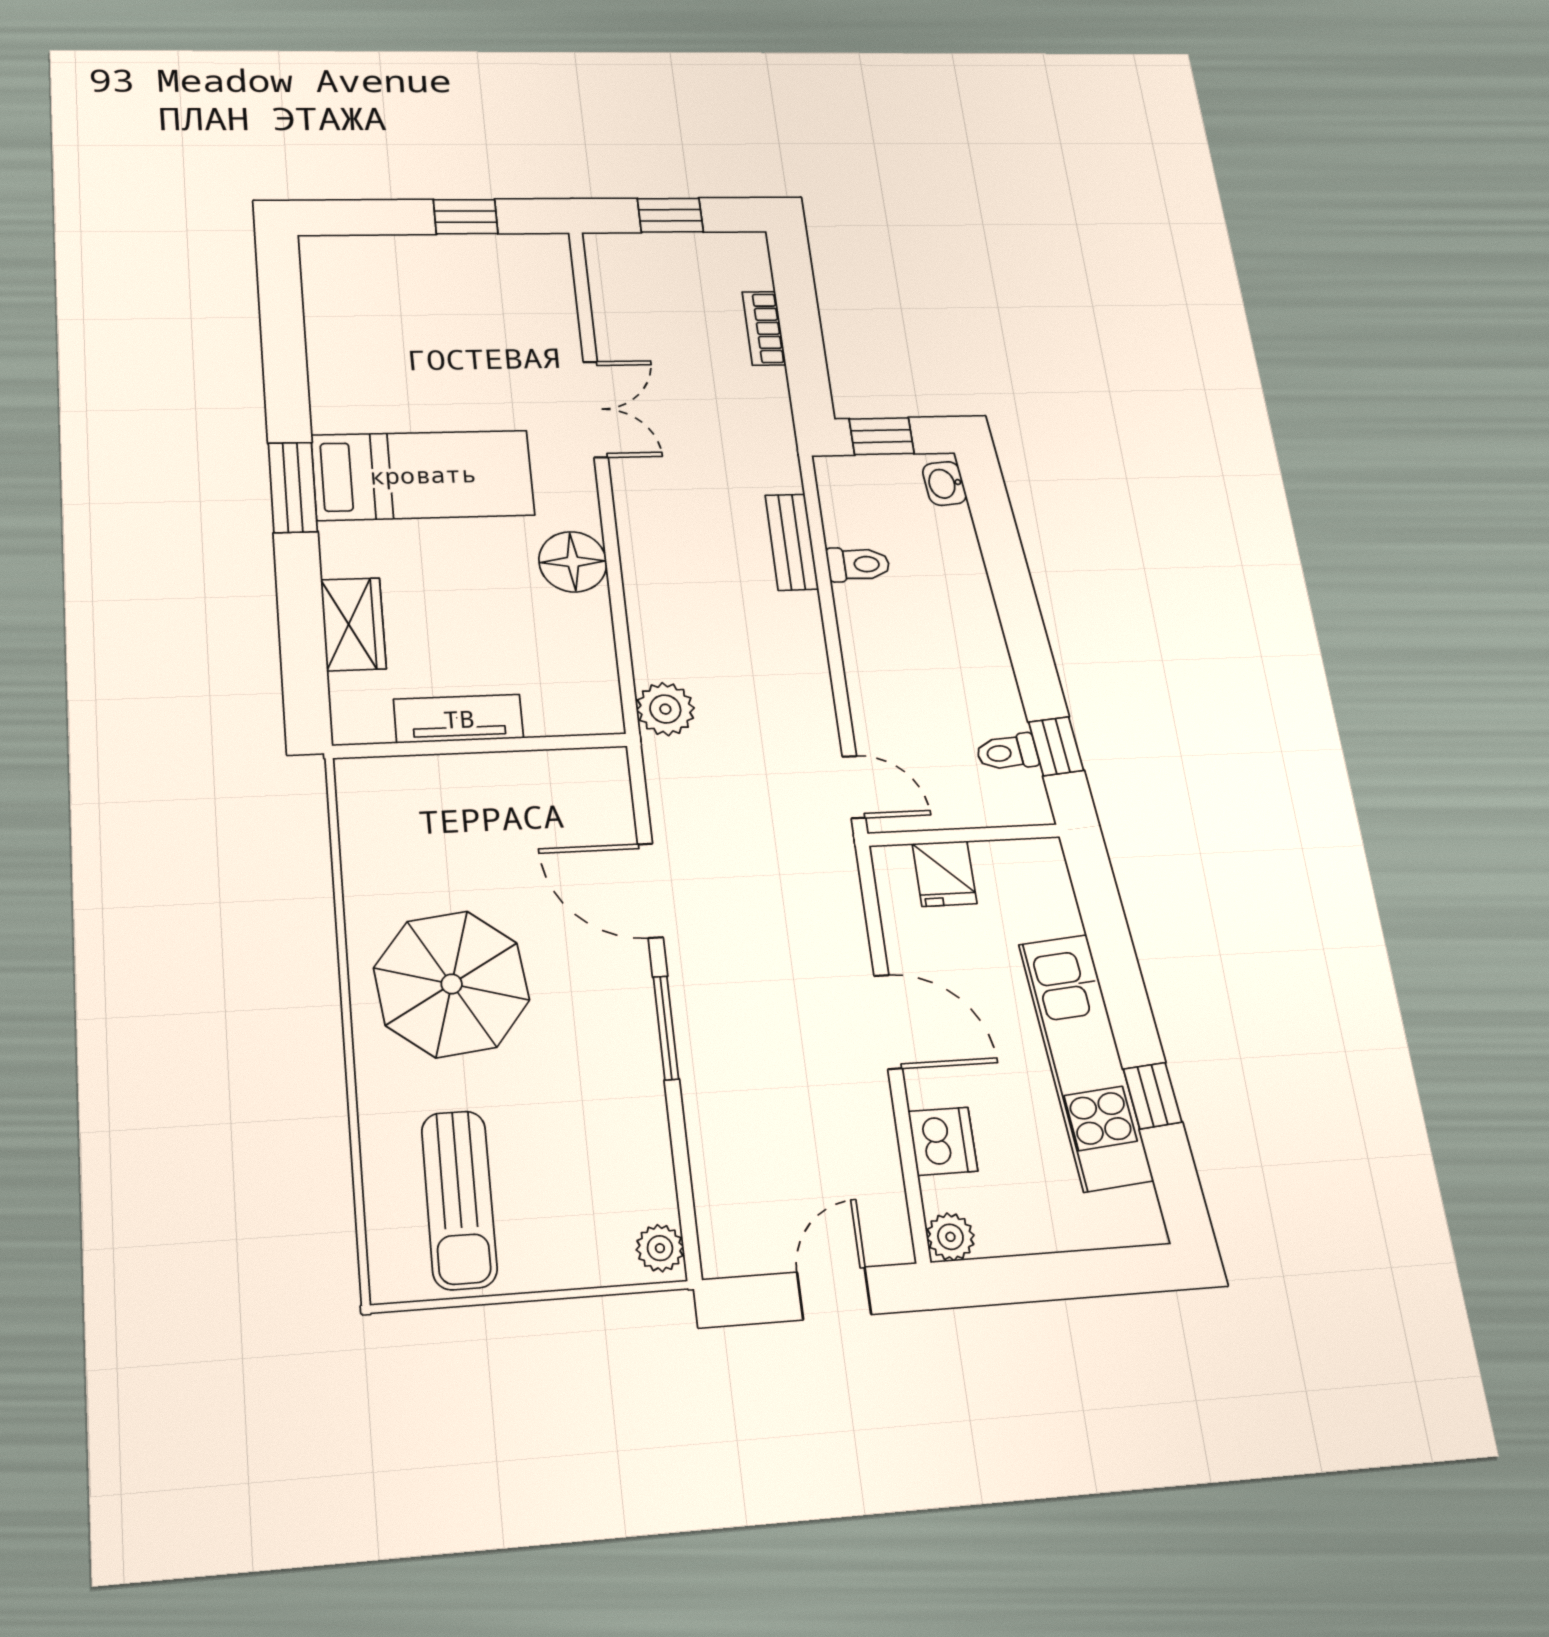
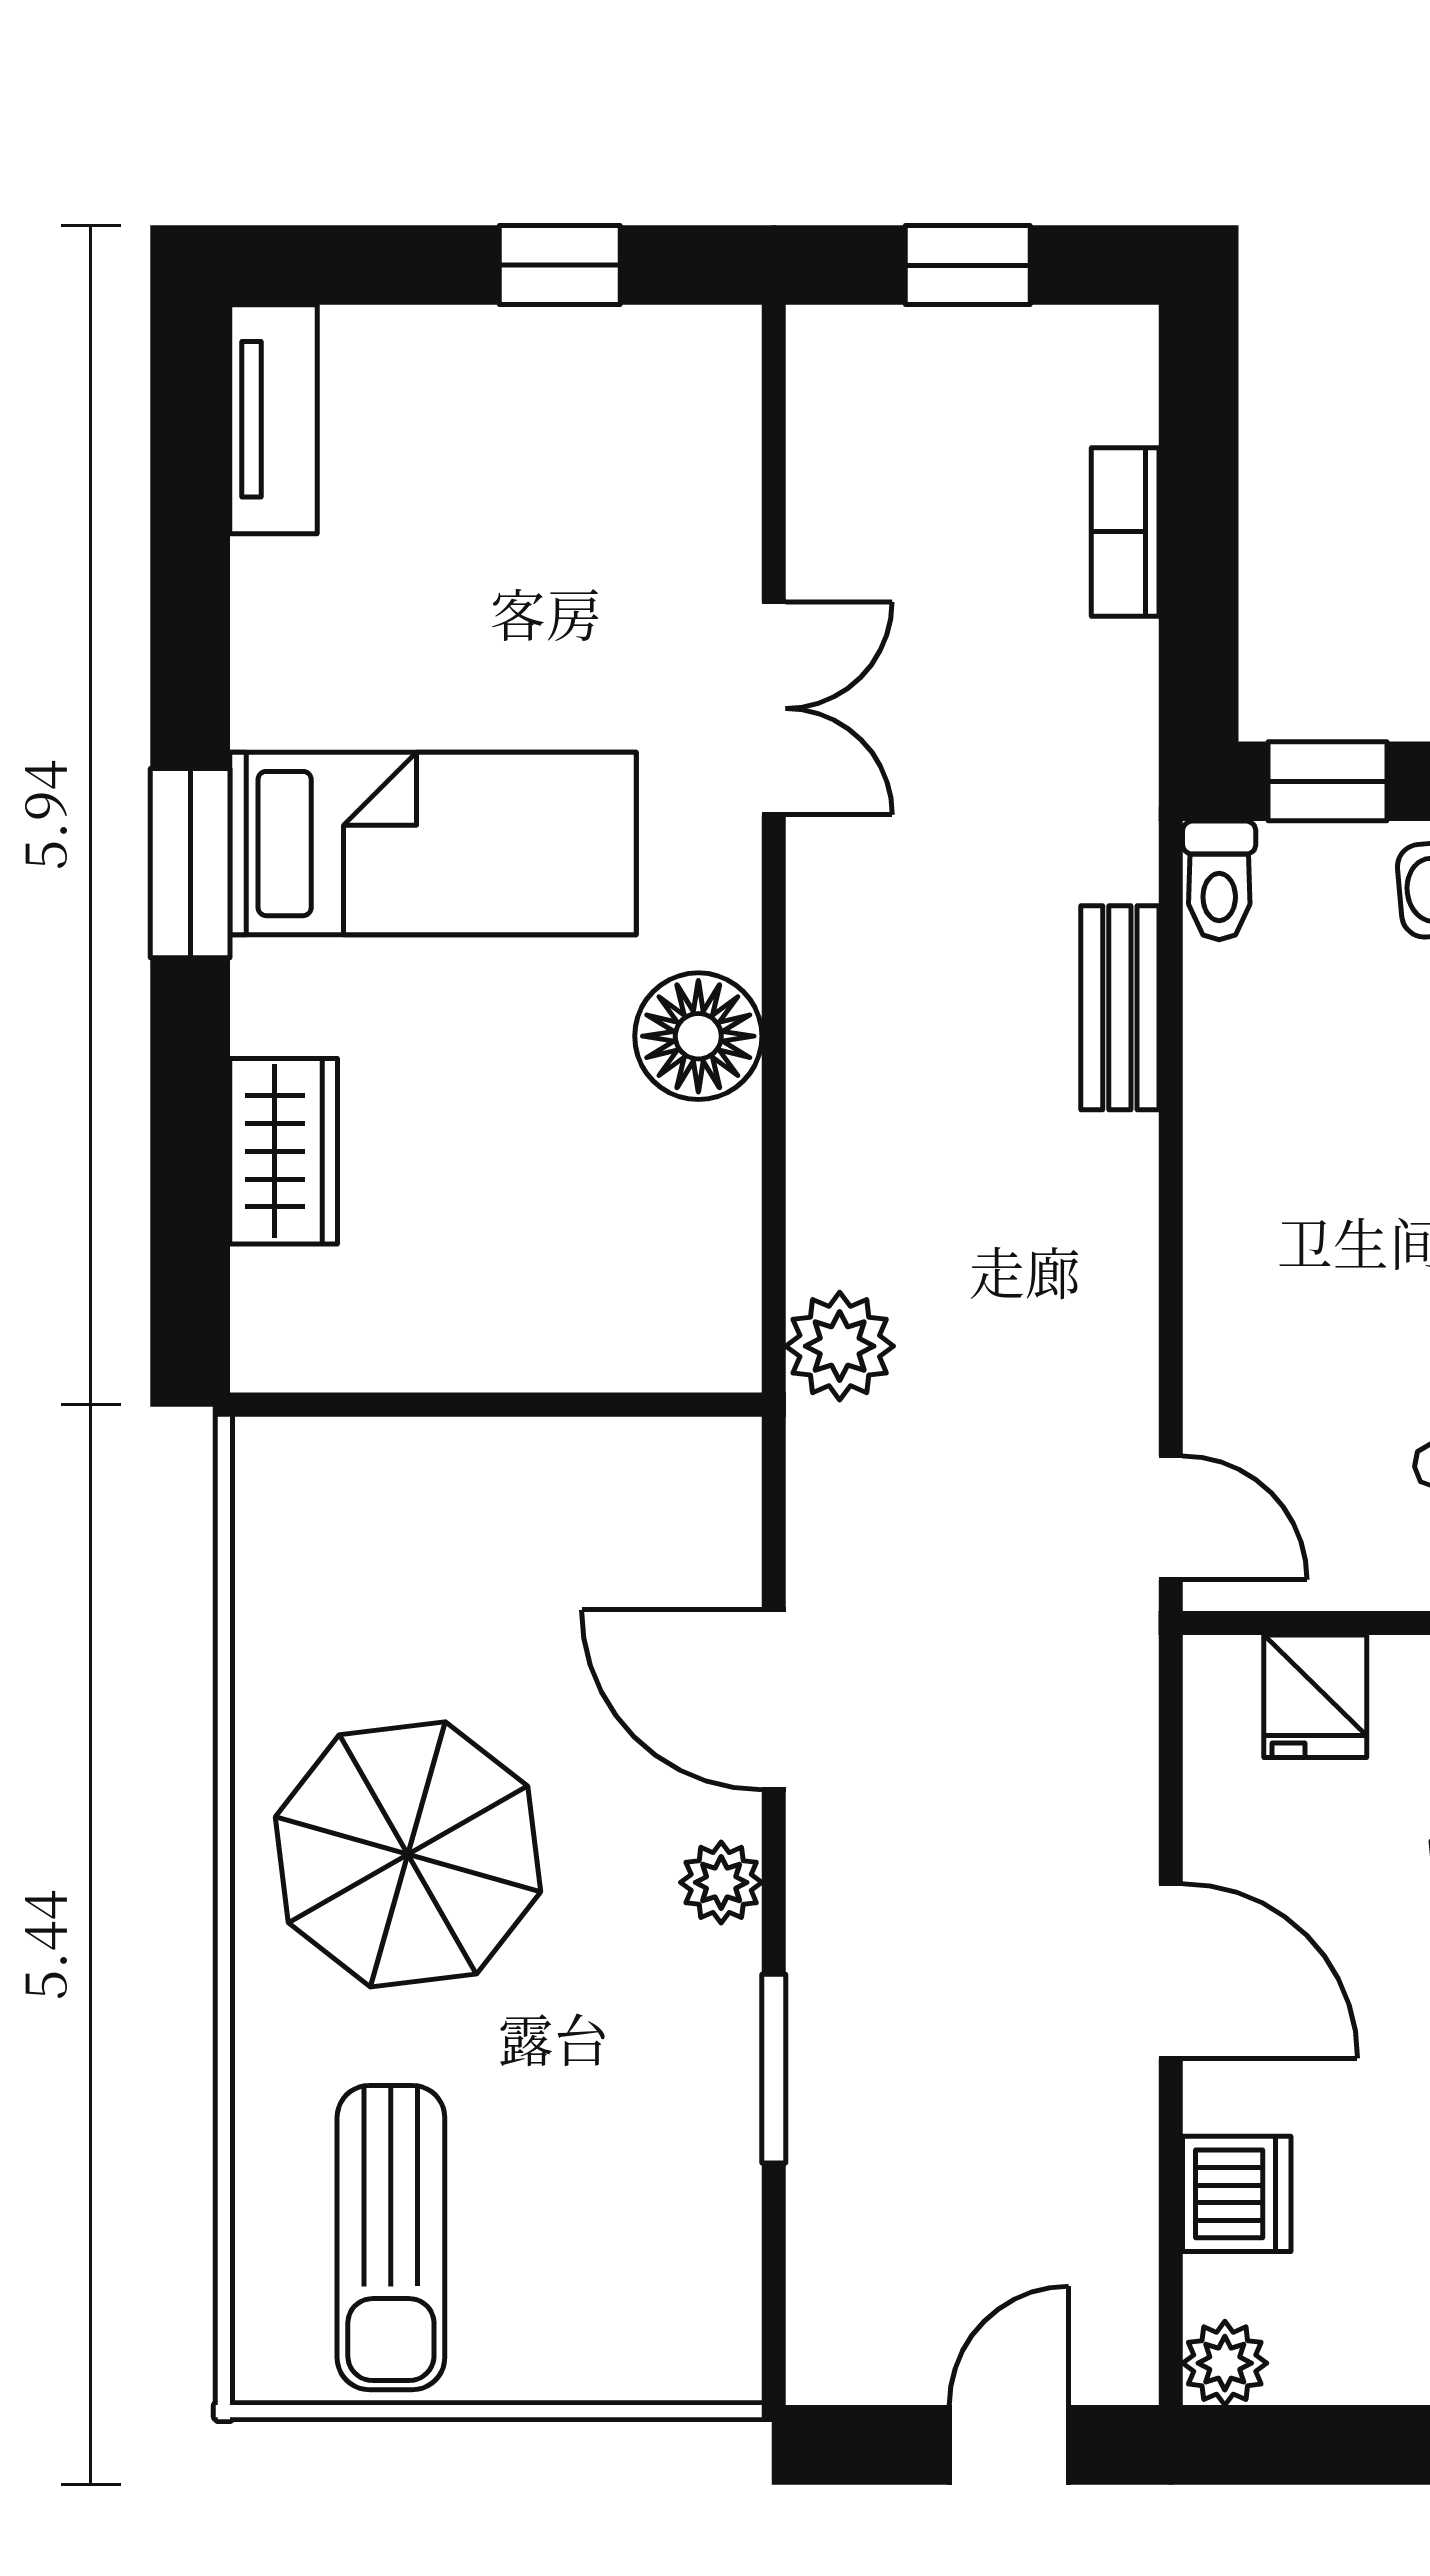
toilet: (858, 564) -> (1219, 880), moved, turned 90
tv unit: (459, 719) -> (273, 419), moved, turned 90
window: (666, 1028) -> (774, 2069), moved
plant: (660, 1248) -> (721, 1882), moved

